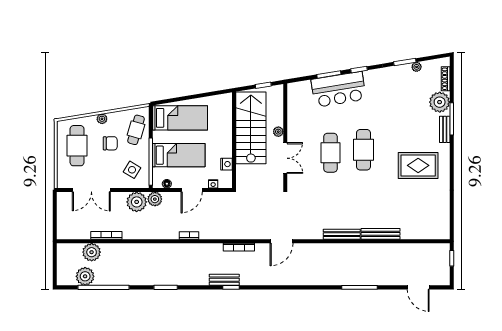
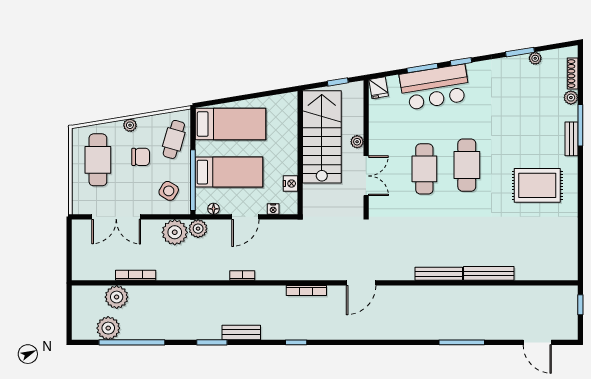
fridge: (295, 90) -> (379, 88), added
plant: (440, 102) -> (571, 98), width x0.53, depth x0.53
bench: (224, 280) -> (241, 332), moved

